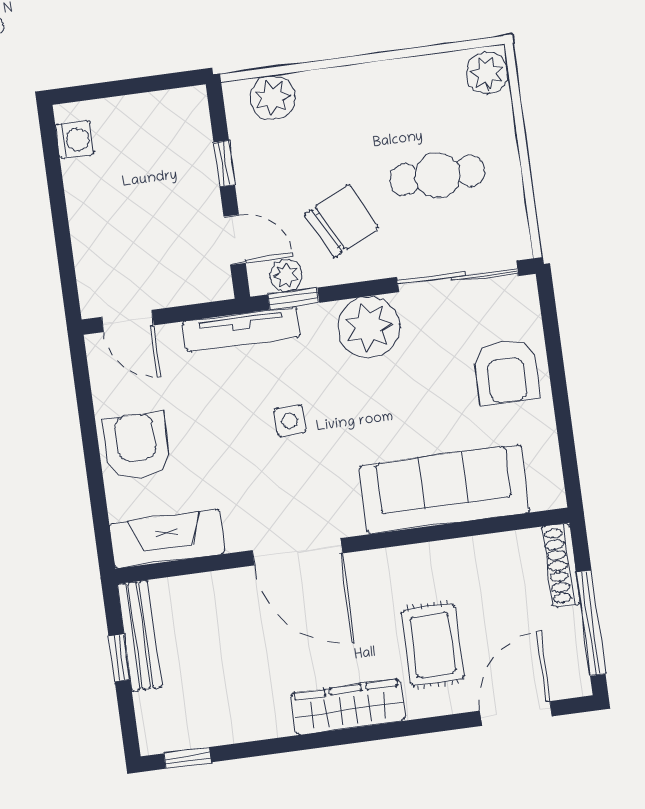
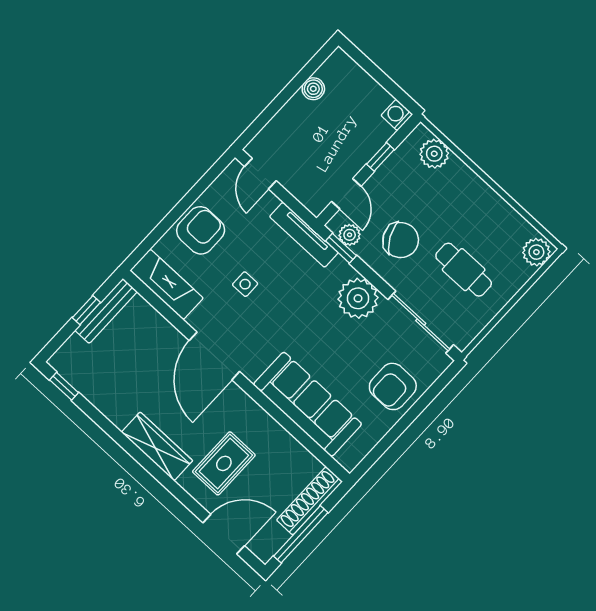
washing machine: (75, 140) -> (397, 115), moved, turned 180
boiler: (79, 177) -> (313, 89), added
side table: (290, 421) -> (245, 284), moved
shoe rack: (561, 565) -> (309, 501), width x1.36, depth x1.24

